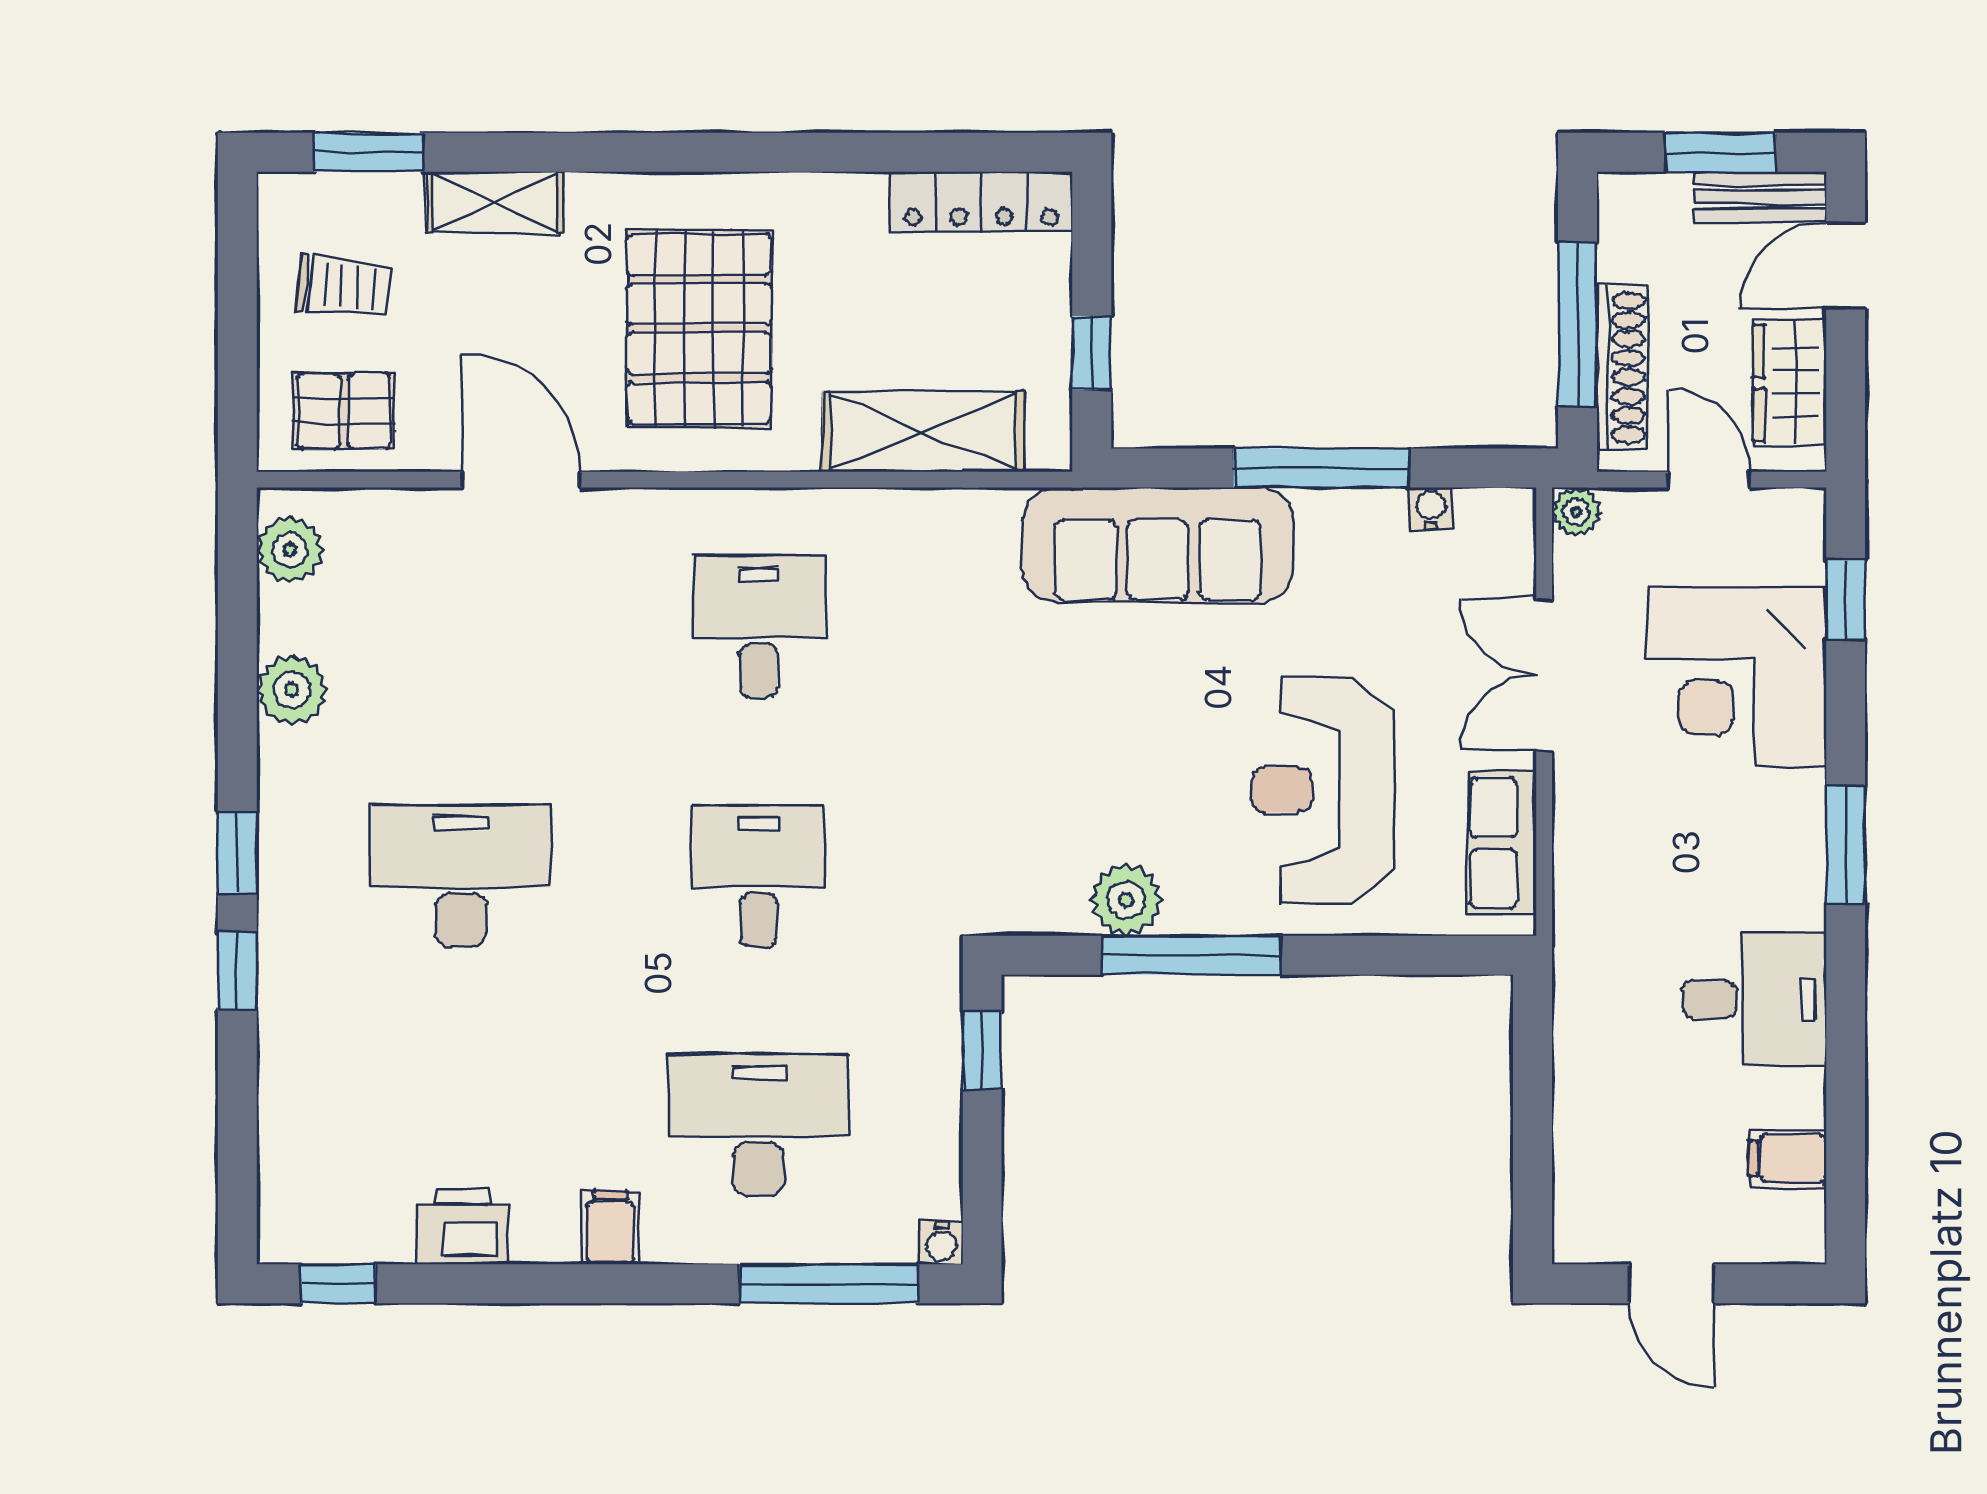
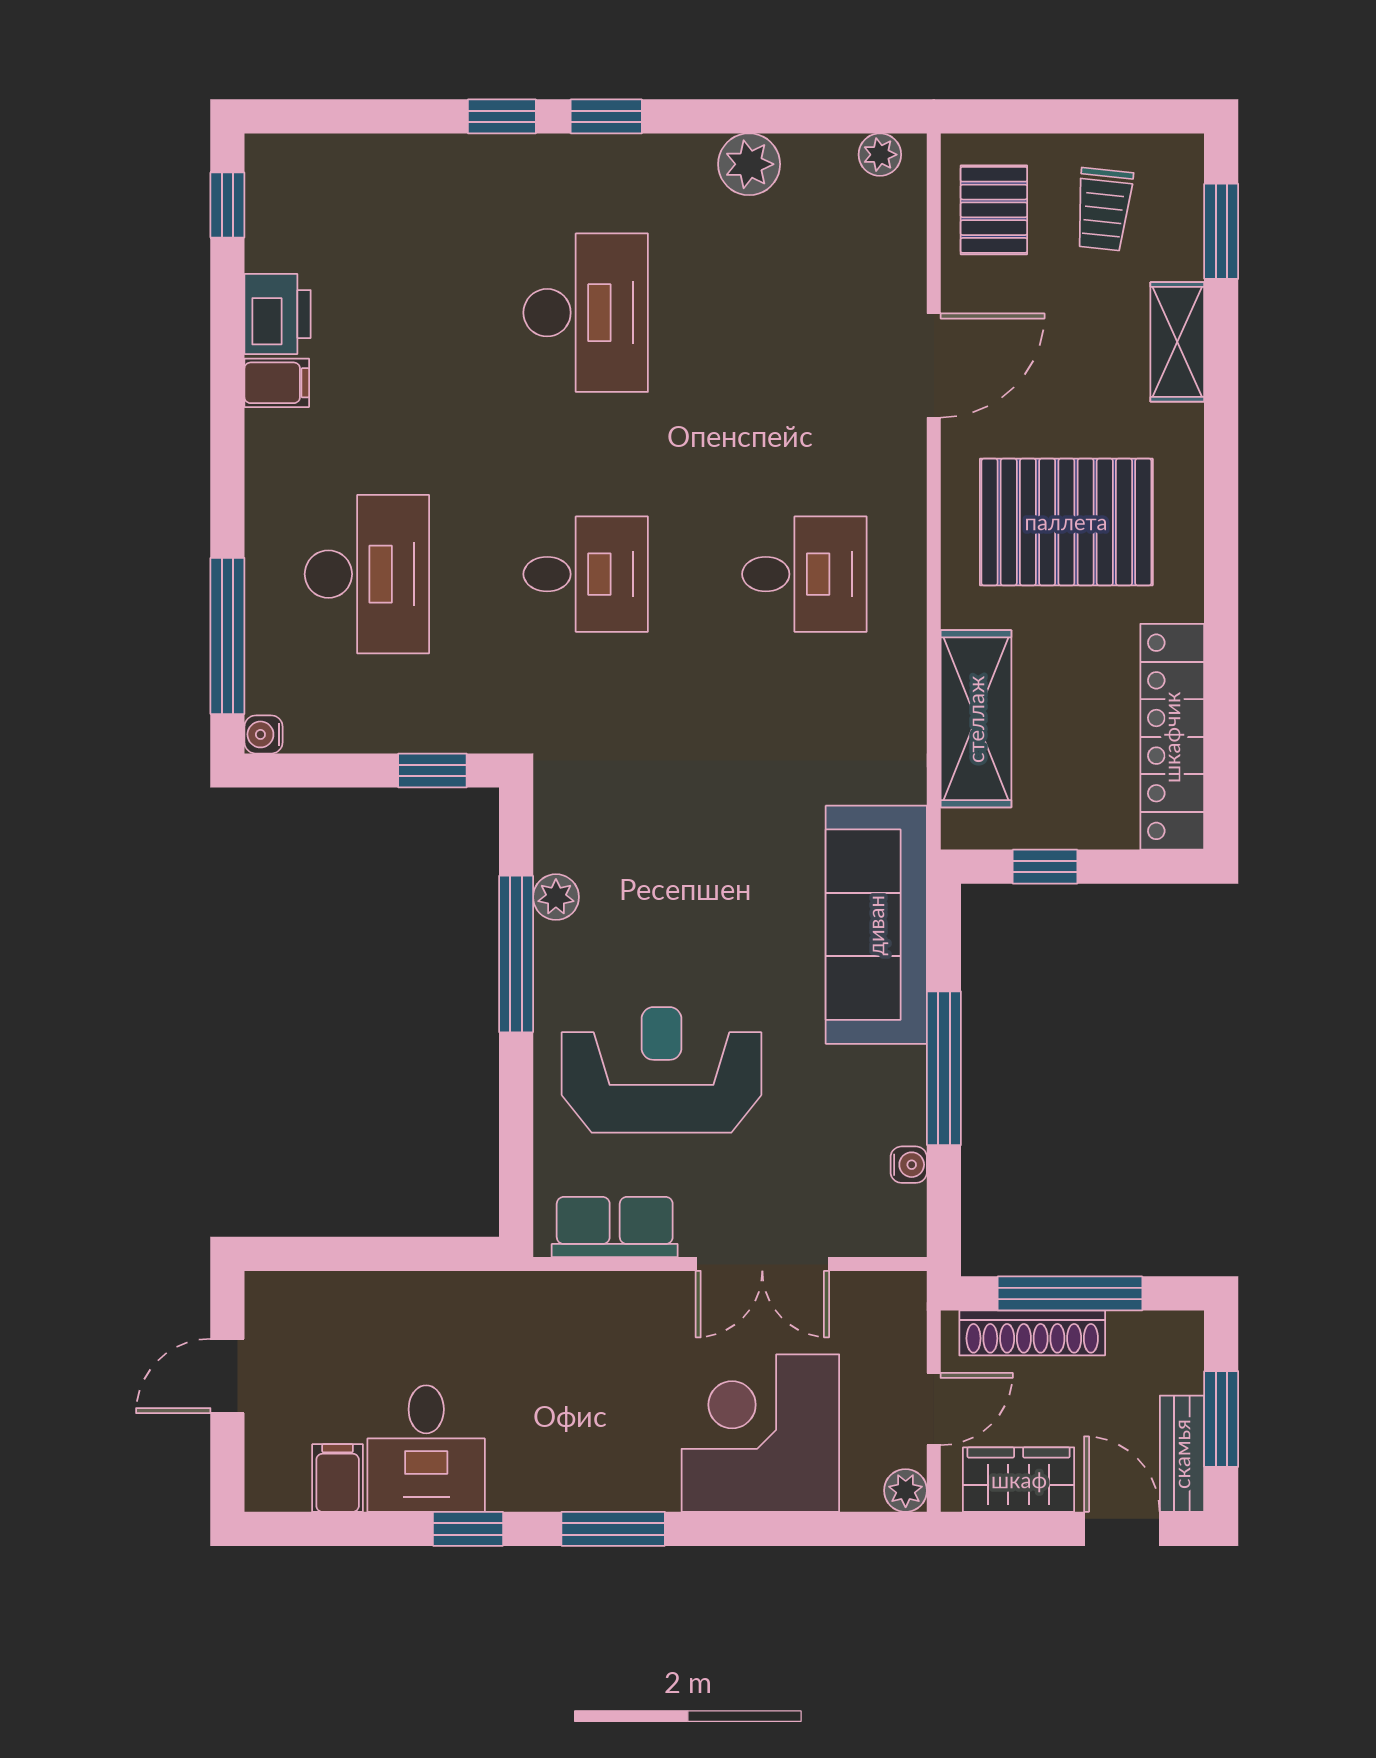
locker: (981, 202) -> (1172, 737), width x1.41, depth x1.21
plant: (1576, 512) -> (906, 1490), moved
plant: (290, 550) -> (880, 155), width x0.73, depth x0.73
window: (1846, 599) -> (468, 1529), moved
double door: (1544, 675) -> (762, 1264), swing flipped
plant: (1126, 900) -> (556, 897), width x0.73, depth x0.73
desk: (1754, 999) -> (426, 1449), moved
filing cabinet: (610, 1228) -> (277, 383), moved

